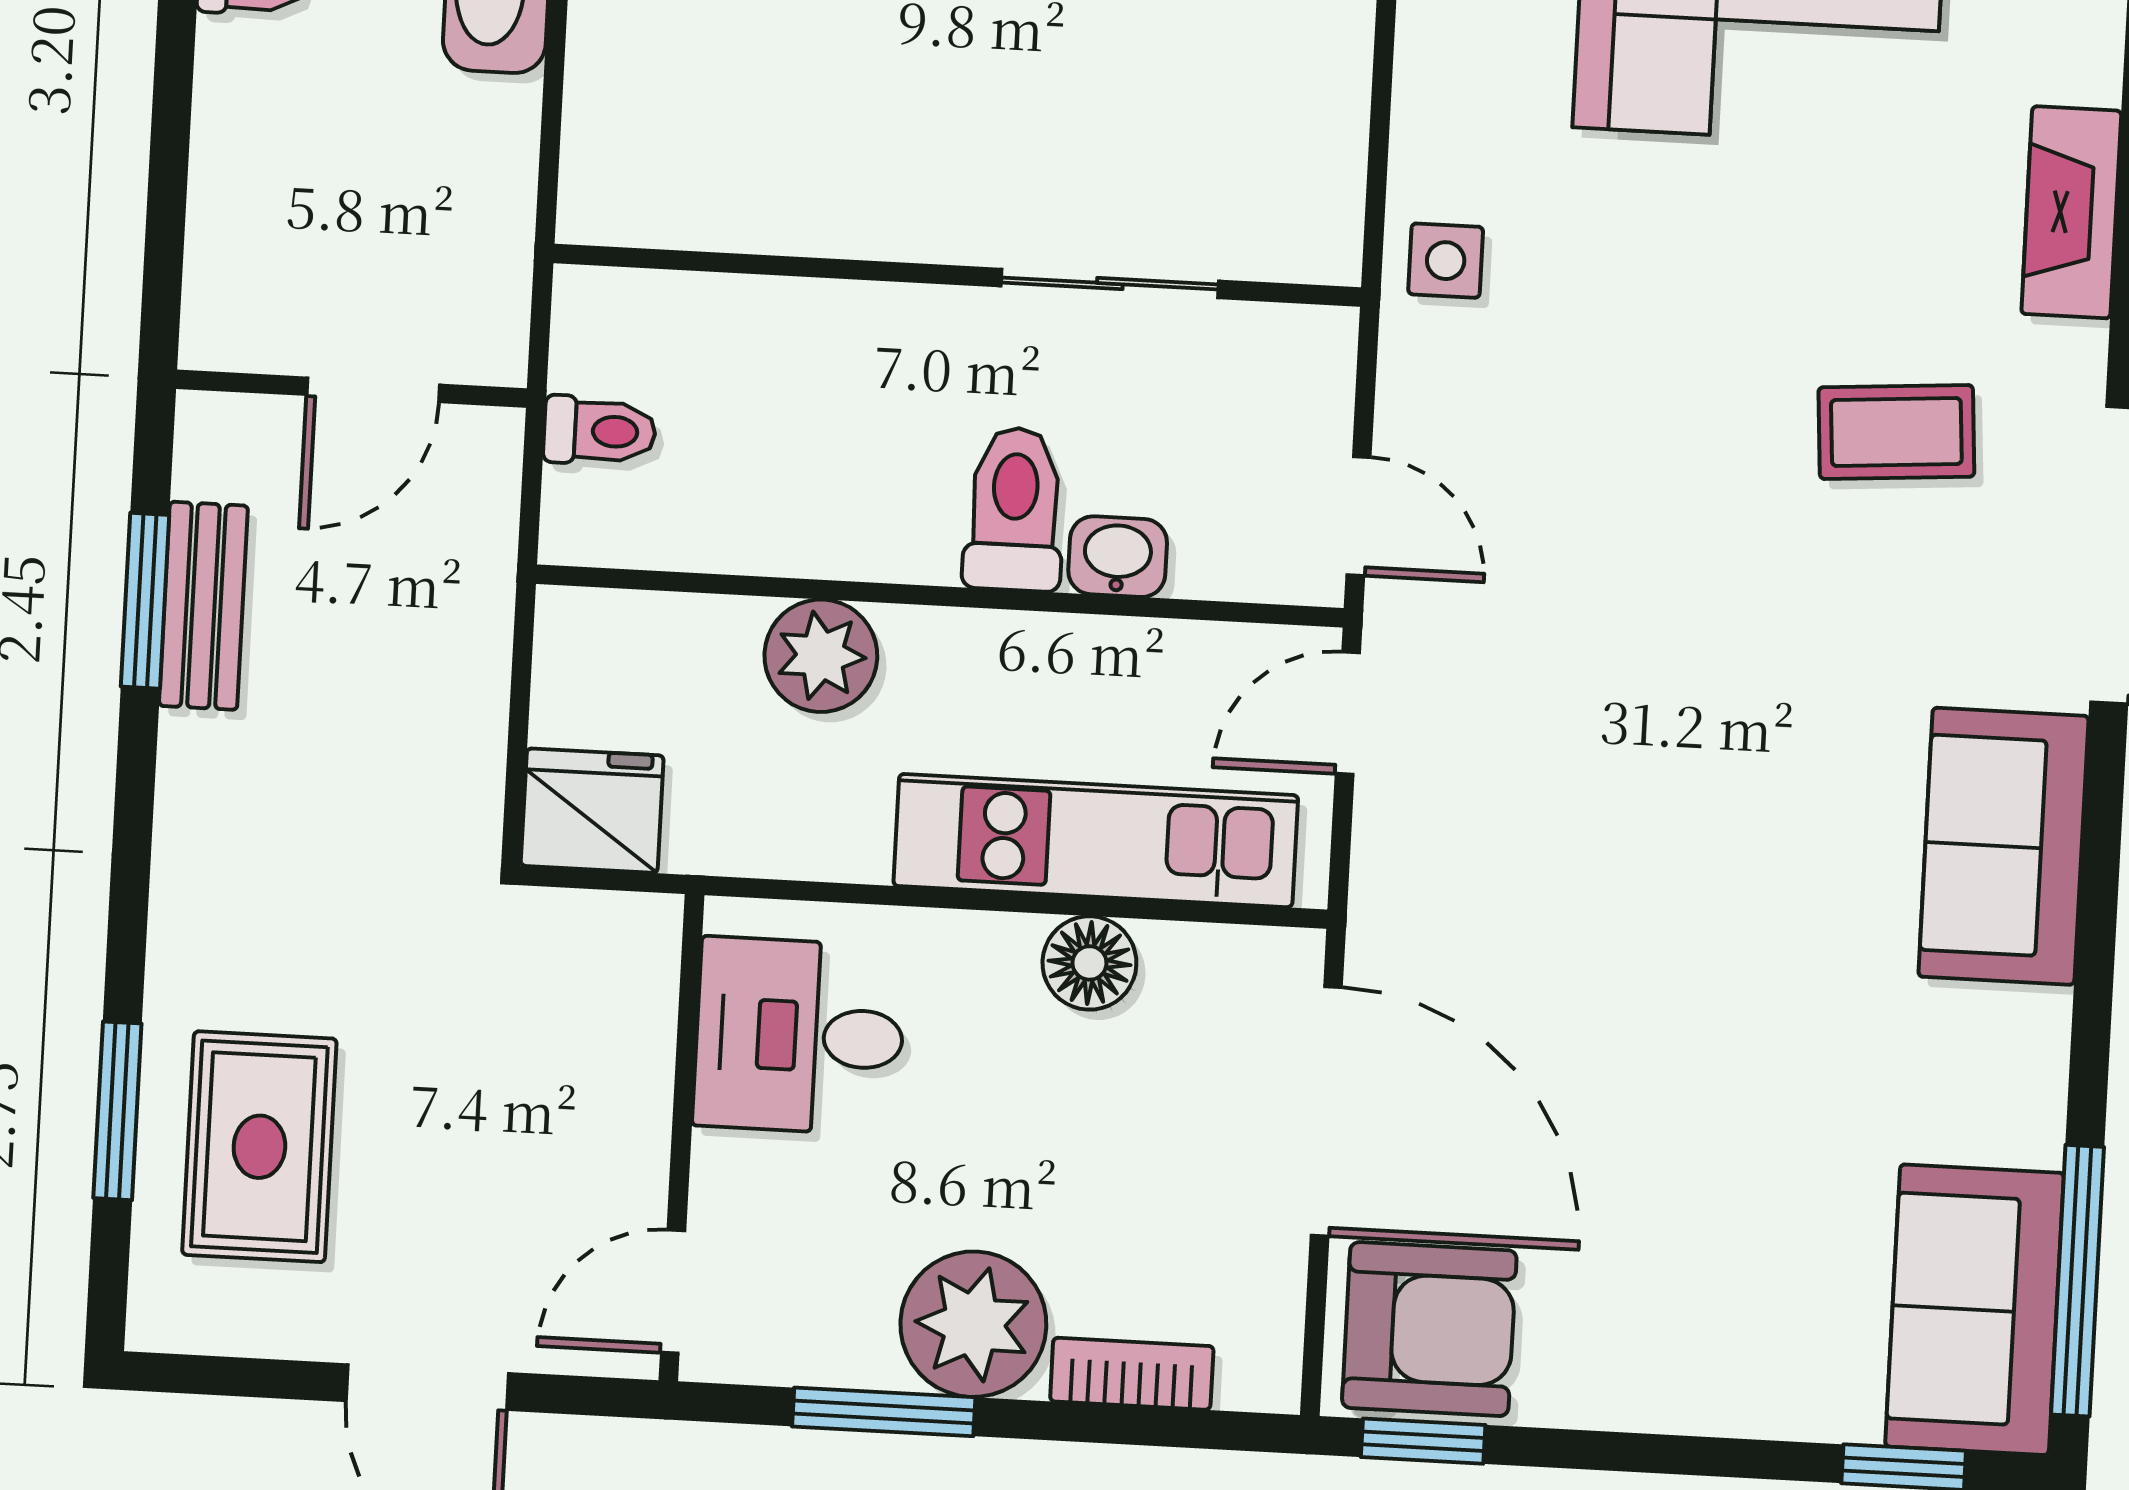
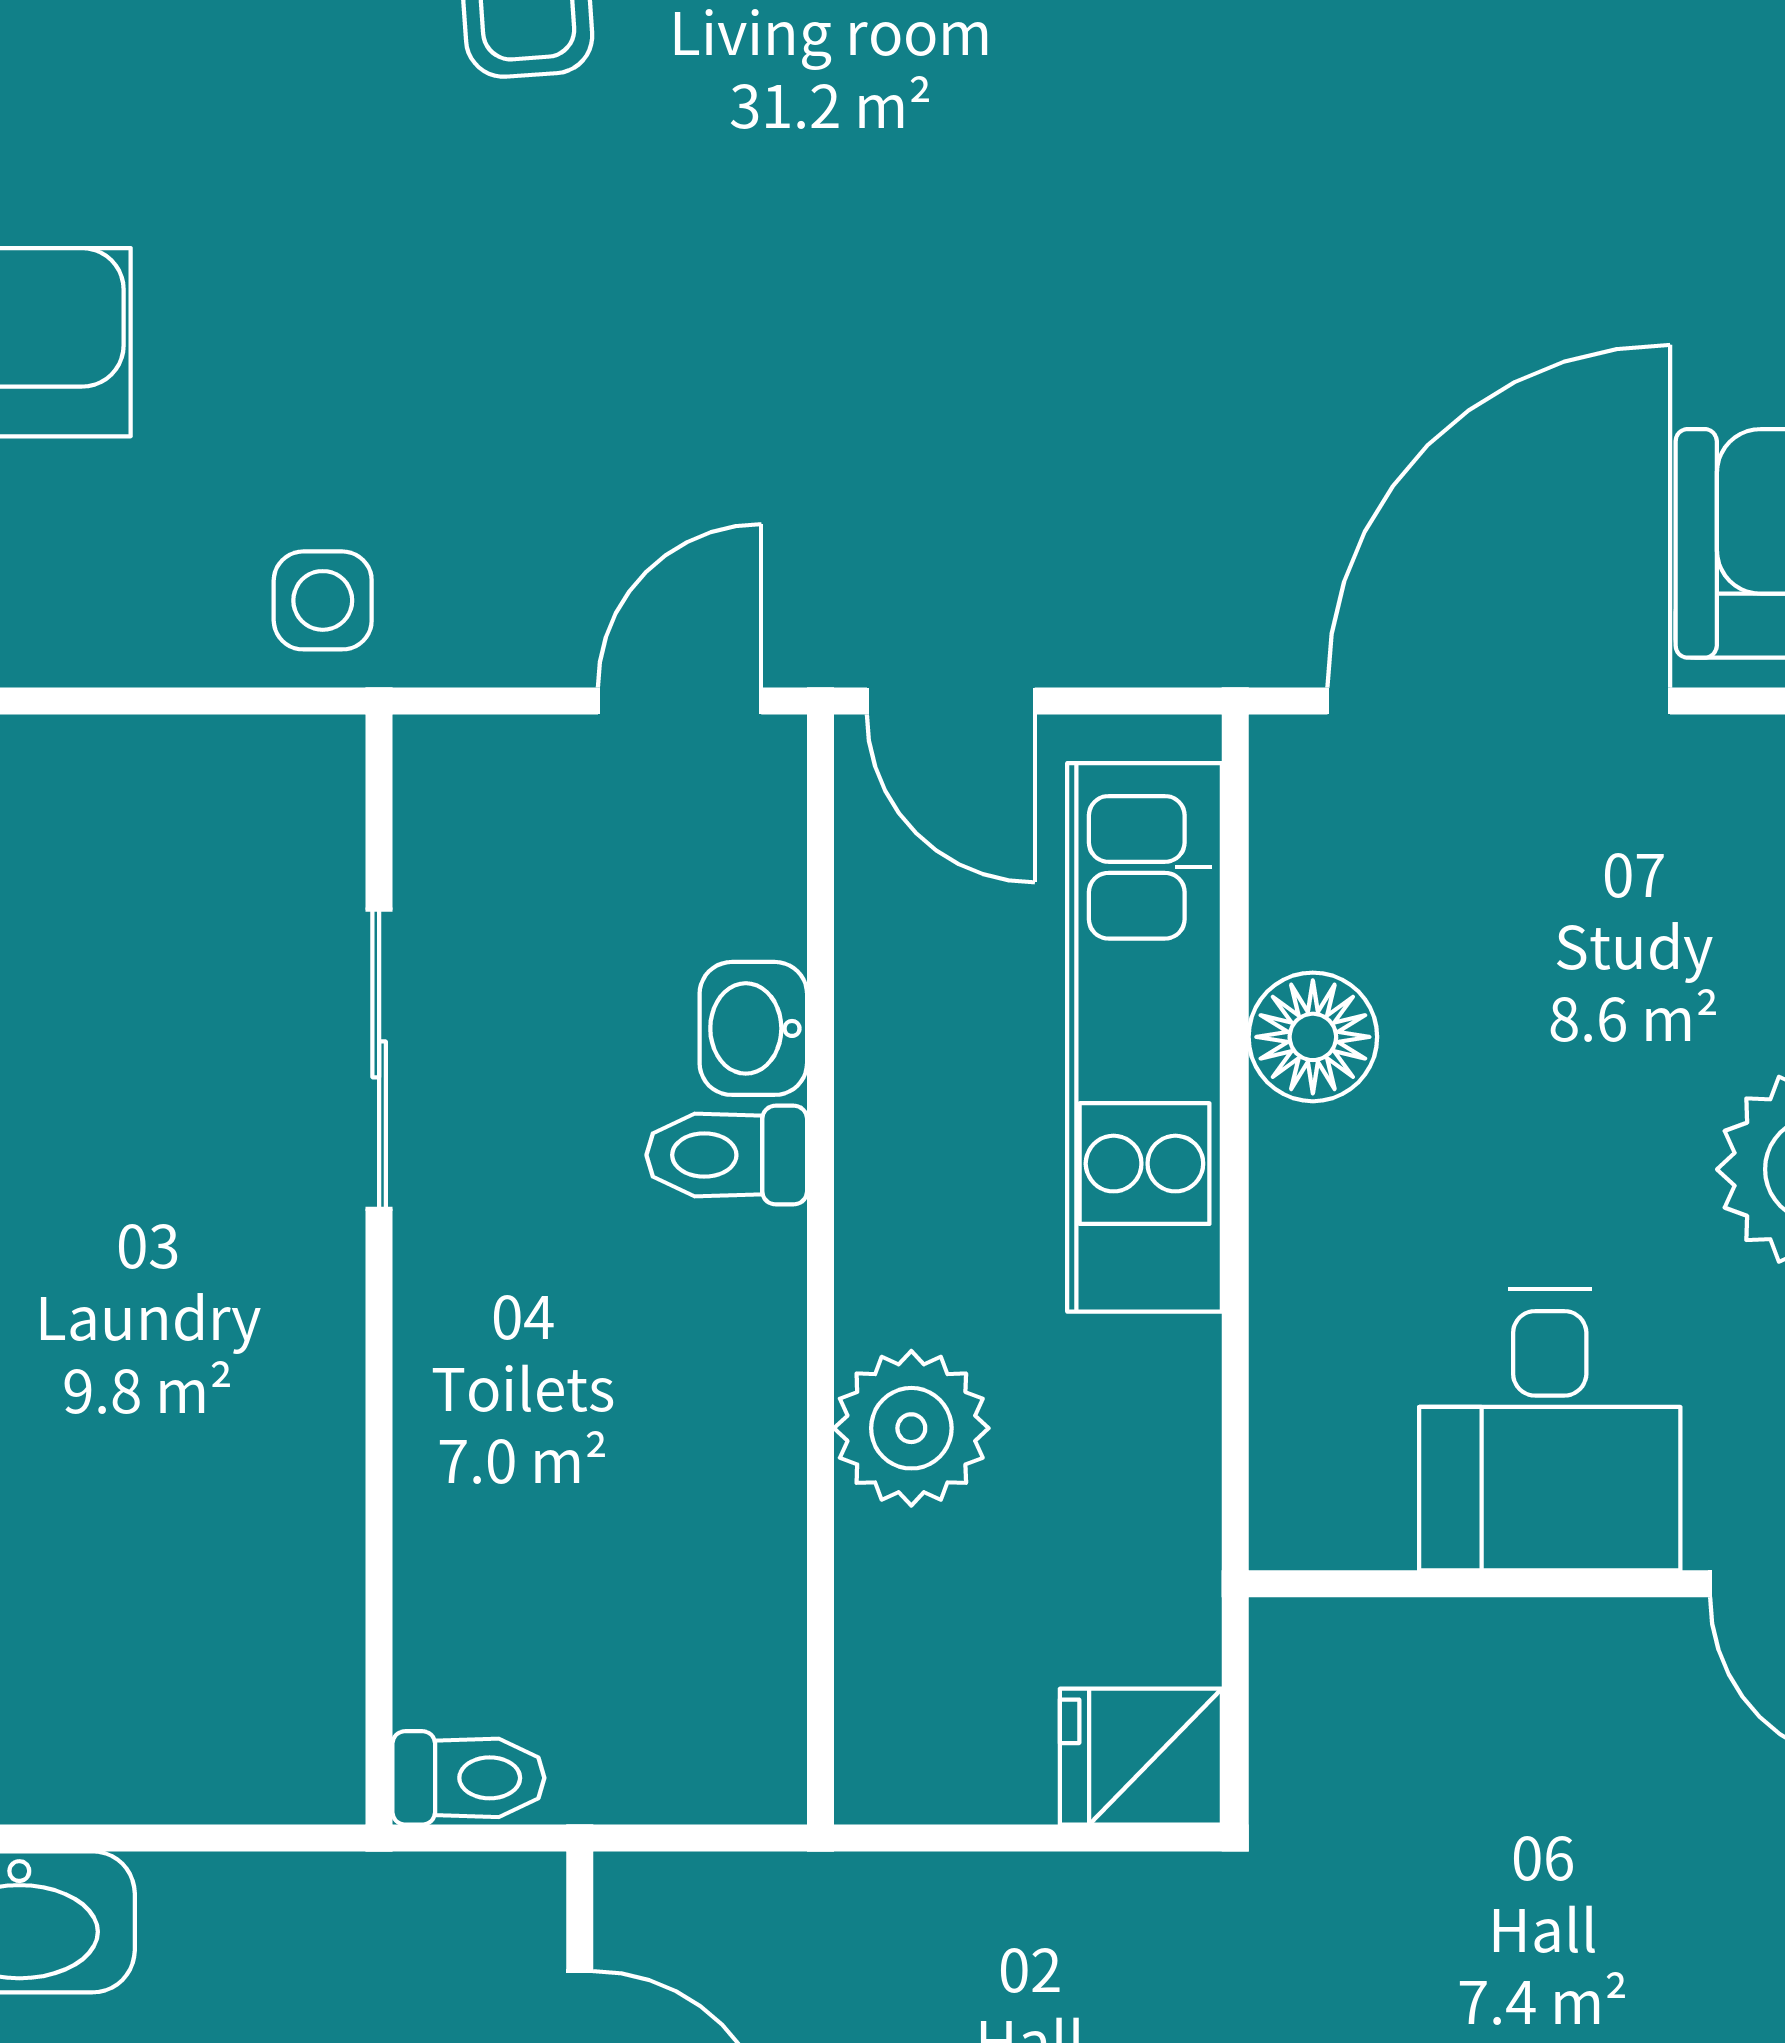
toilet: (600, 431) -> (468, 1778), moved, turned 90
toilet: (1015, 509) -> (727, 1155), width x0.73, depth x0.72
fridge: (592, 811) -> (1141, 1757), width x0.72
desk: (799, 1036) -> (1550, 1429), moved

